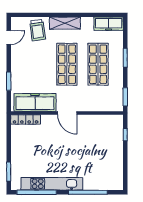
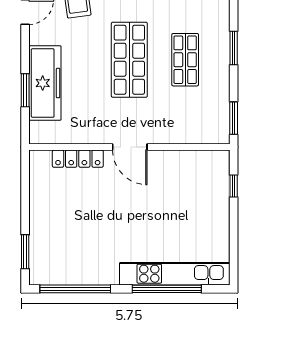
shop shelf: (98, 64) -> (185, 60), width x0.70, depth x0.74
freezer: (35, 102) -> (45, 83), moved, turned 90
locker: (26, 119) -> (78, 159), moved
kitchen unit: (52, 184) -> (175, 274), moved

